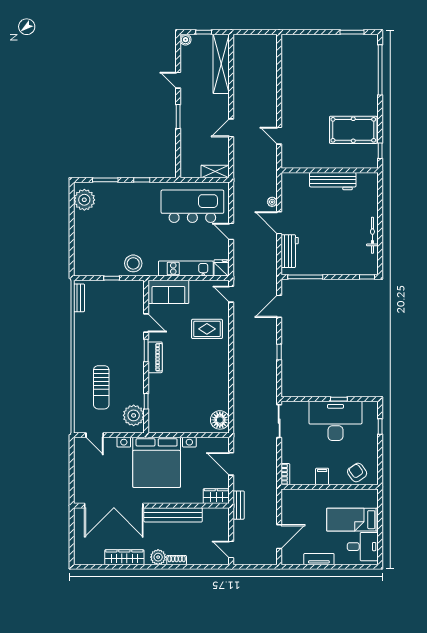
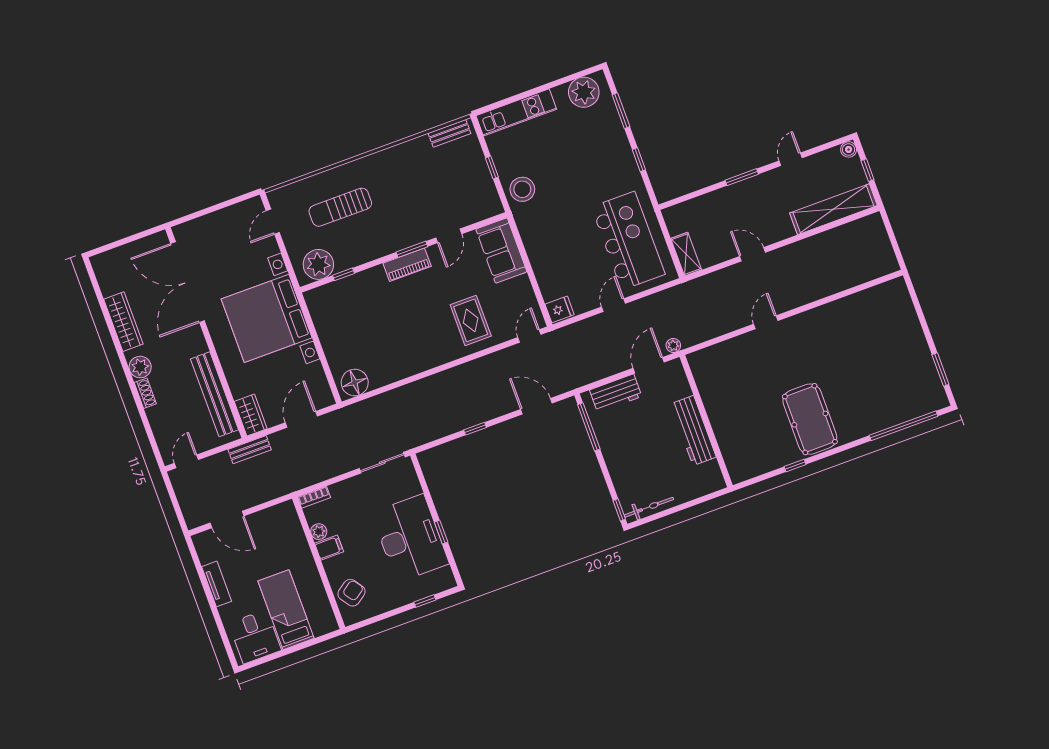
wall: (330, 170) -> (706, 421), moved
workbench: (333, 181) -> (693, 430), moved
bicycle: (372, 235) -> (649, 507), moved
kitchen unit: (186, 269) -> (516, 112), moved, turned 90
plant: (309, 479) -> (319, 532), added
bench: (173, 515) -> (215, 394), moved

